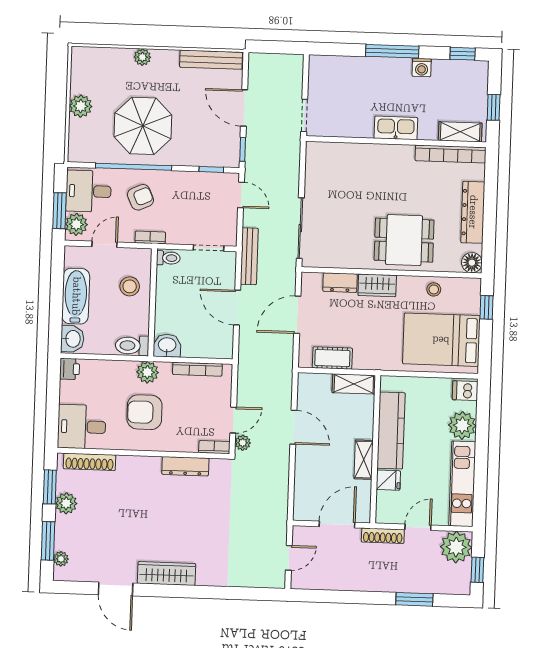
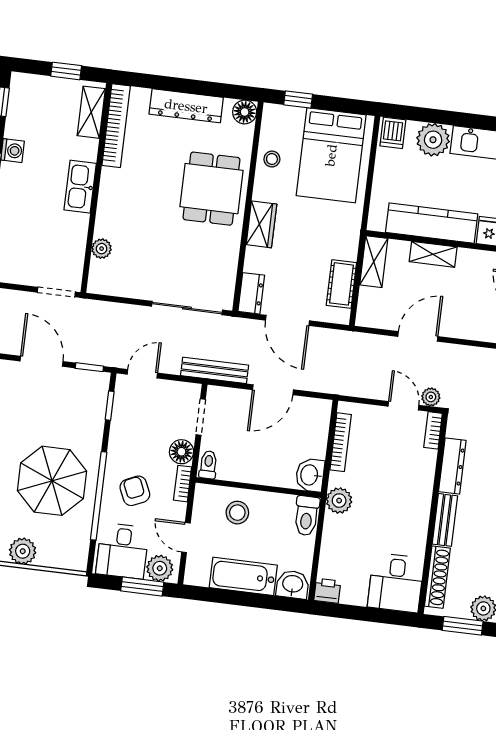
door: (244, 108) -> (41, 361), swing flipped
plant: (345, 151) -> (102, 249), added
floor lamp: (177, 234) -> (181, 452), added
dresser: (340, 283) -> (251, 293), moved
armchair: (144, 412) -> (385, 508), removed
shelving: (364, 460) -> (433, 254), moved
bench: (139, 464) -> (445, 520), added

